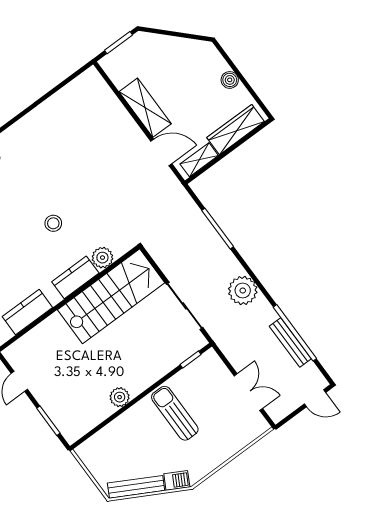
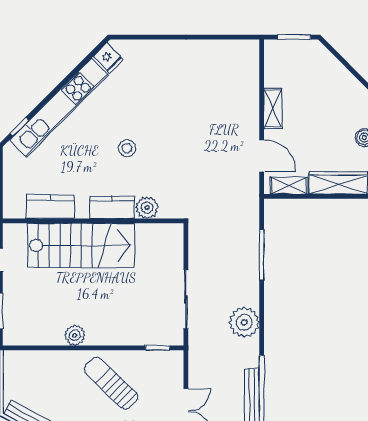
shelving: (145, 108) -> (273, 108), width x0.67, depth x0.75
stairs: (111, 296) -> (81, 245), moved
sun lounger: (175, 413) -> (111, 383), turned -46

